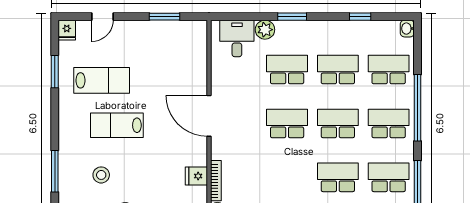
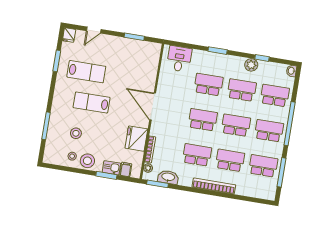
plant: (265, 30) -> (251, 65), moved
fridge: (196, 176) -> (136, 139), width x1.88, depth x1.34
school desk: (287, 177) -> (197, 155), added

